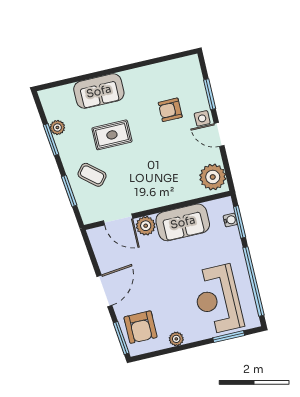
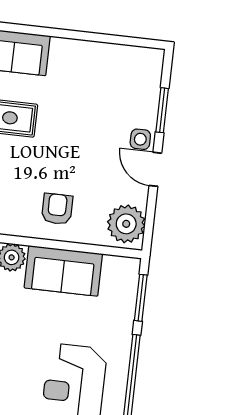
armchair: (170, 110) -> (57, 209), moved, turned 90
water cooler: (230, 220) -> (129, 291), removed

